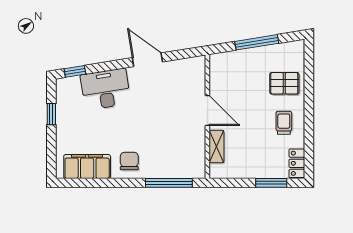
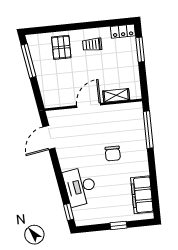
window: (257, 42) -> (28, 61), moved
door: (147, 60) -> (49, 137), moved
window: (51, 114) -> (119, 225), moved
chair: (129, 161) -> (113, 154), moved, turned -90

